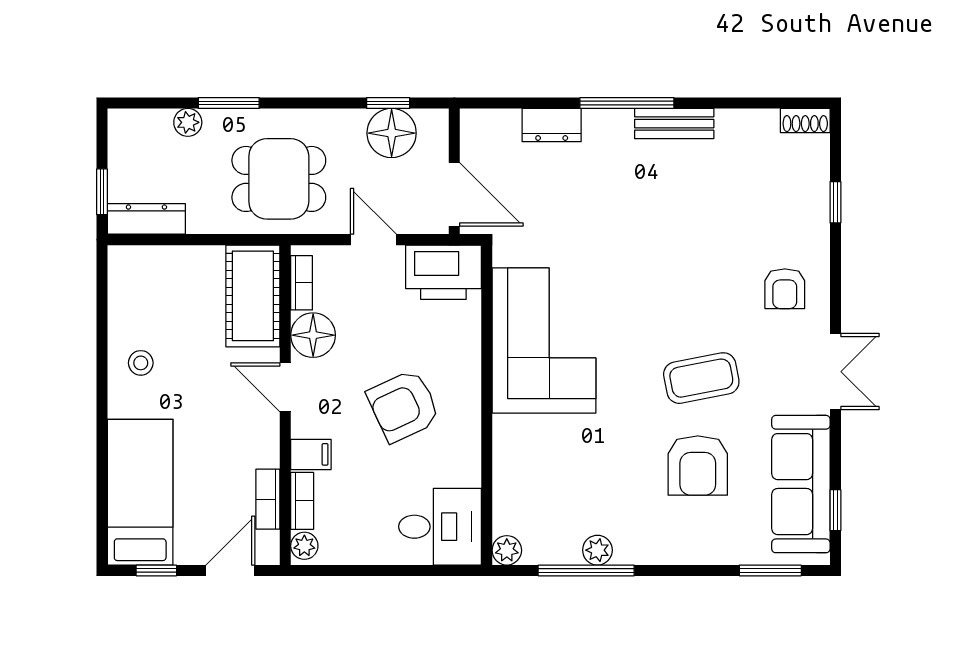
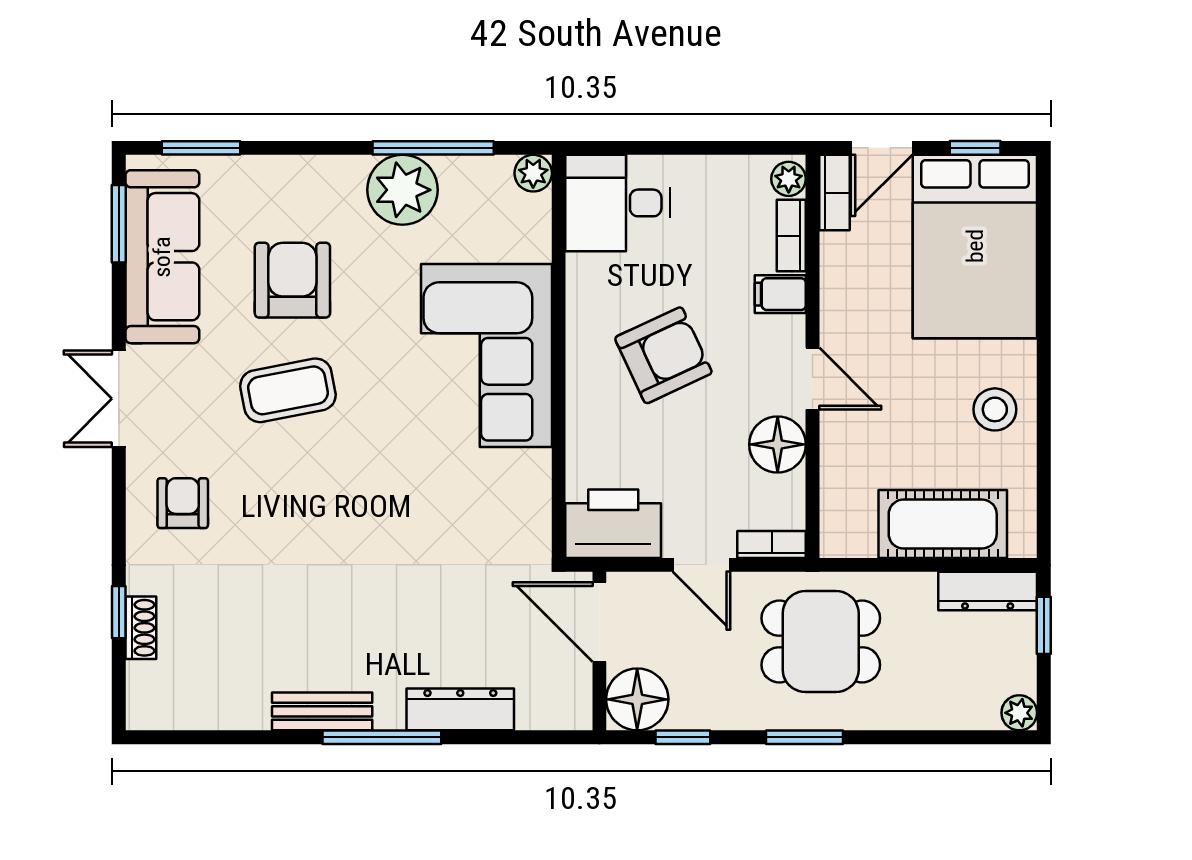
window: (229, 103) -> (804, 737), moved
shoe rack: (805, 120) -> (141, 628), moved, turned 90
plant: (188, 122) -> (1019, 713), moved
dresser: (552, 125) -> (460, 709), width x1.44
floor lamp: (392, 133) -> (637, 699), moved
bookcase: (302, 283) -> (772, 544), moved, turned 90
cot: (253, 296) -> (943, 524), moved, turned 90
corner sofa: (544, 341) -> (486, 355), moved
stool: (141, 363) -> (995, 409), width x1.37, depth x1.37
bed: (140, 492) -> (975, 246), width x1.50
bookcase: (268, 499) -> (834, 193), moved
window: (835, 510) -> (119, 224), width x1.50
plant: (597, 550) -> (402, 190), width x1.87, depth x1.87

